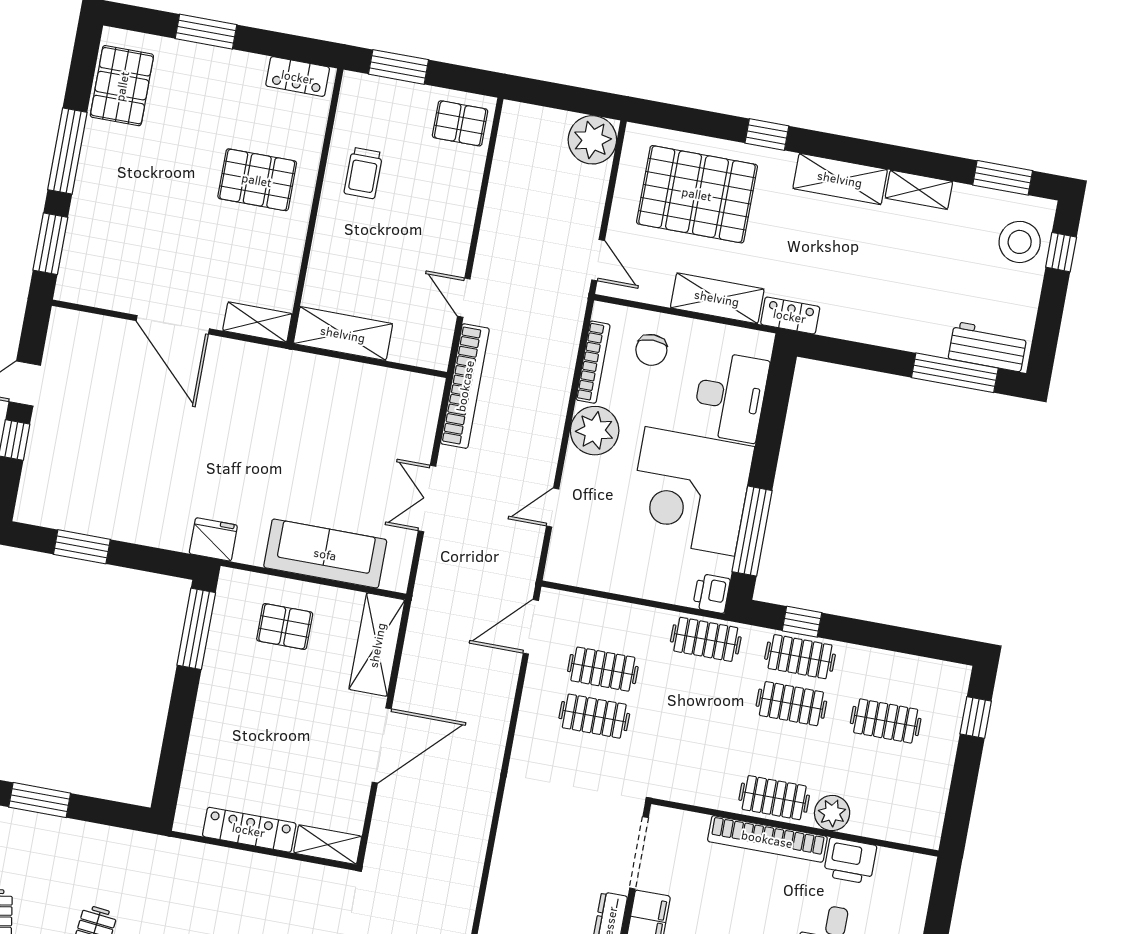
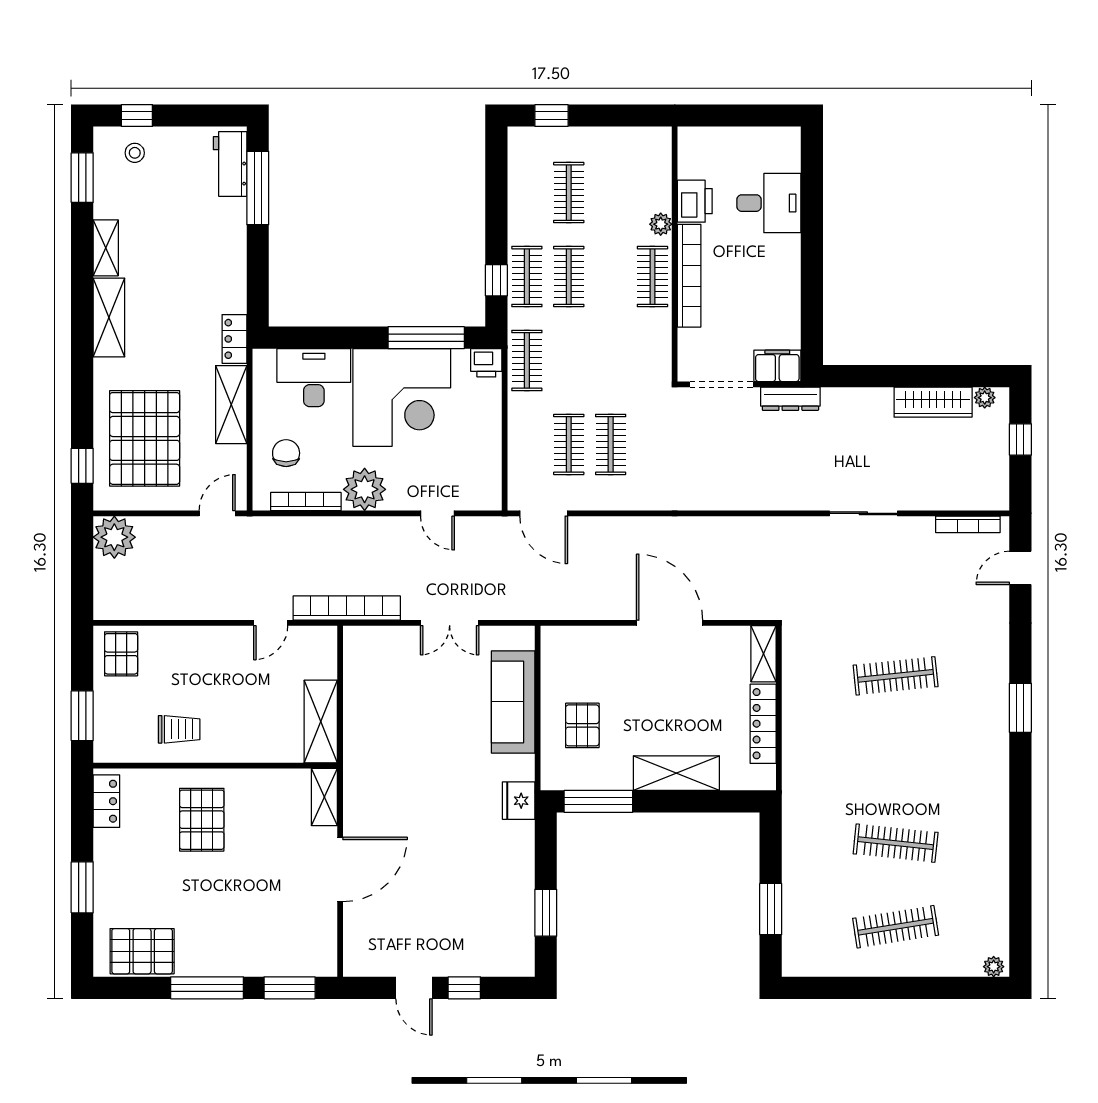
window: (767, 135) -> (82, 466), moved
stool: (1020, 242) -> (135, 153), width x0.53, depth x0.53
chair: (651, 350) -> (286, 453), turned -90
shelving: (377, 645) -> (676, 773), moved
plant: (832, 813) -> (661, 224), width x0.73, depth x0.73

